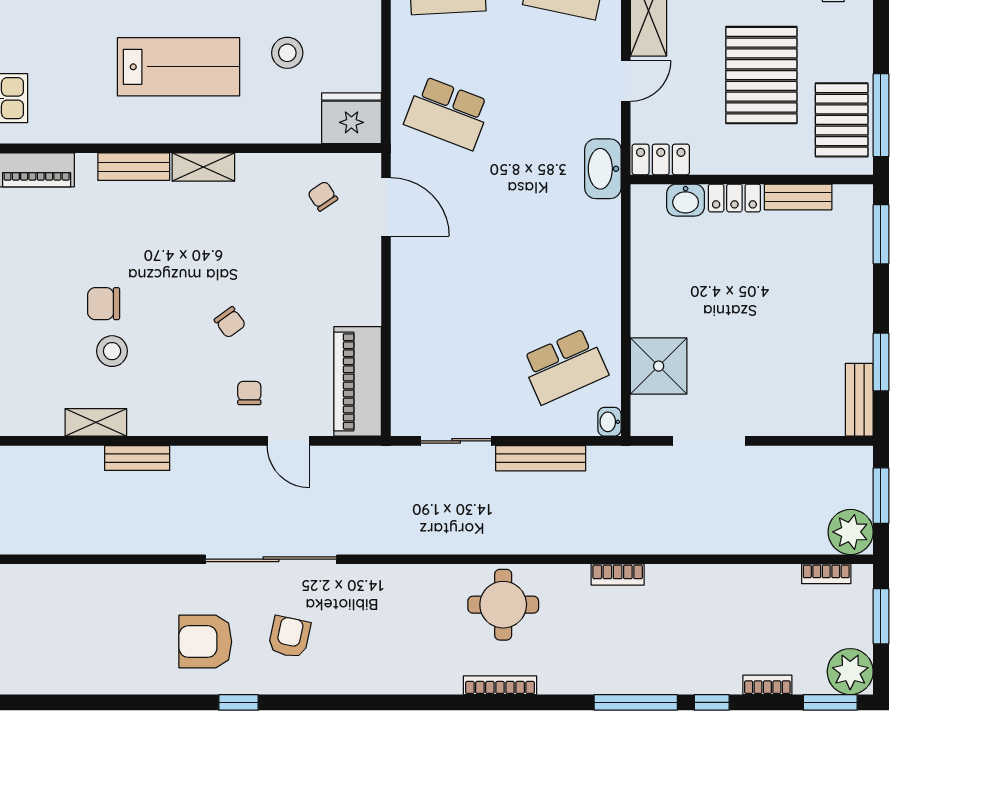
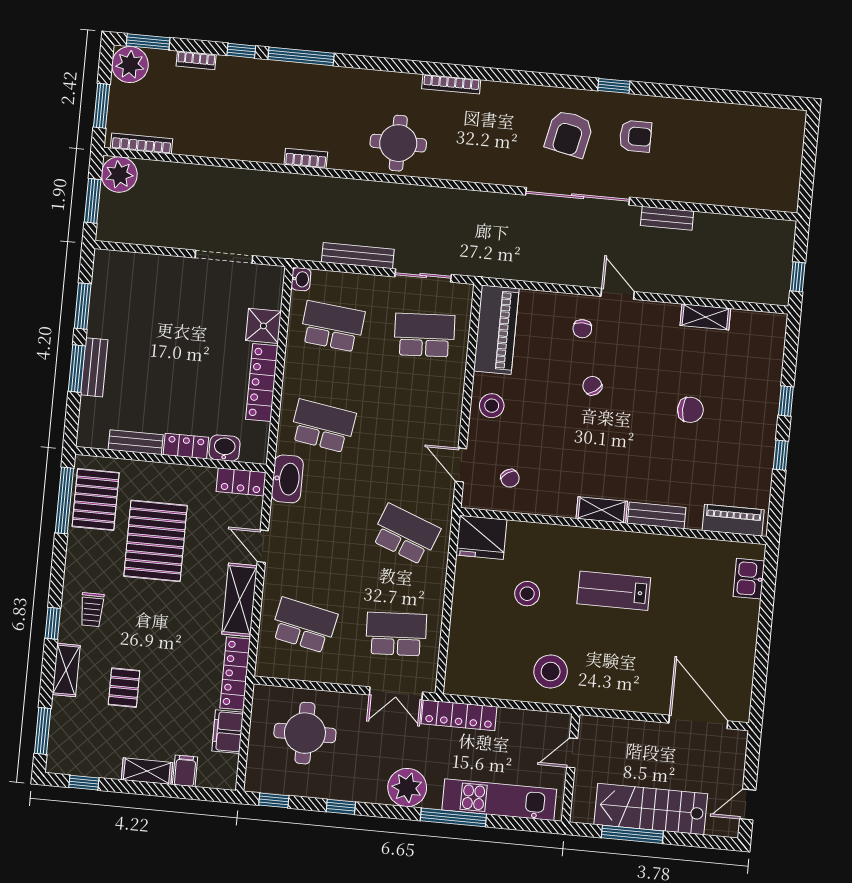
lab bench: (179, 67) -> (614, 591), width x0.73, depth x0.72
door: (626, 81) -> (263, 546), hinge flipped
door: (386, 207) -> (461, 465), width x0.73
window: (881, 234) -> (77, 369), moved
school desk: (564, 240) -> (323, 426), added
locker: (646, 287) -> (262, 382), added
stool: (112, 351) -> (492, 406), moved
school desk: (447, 366) -> (424, 335), added
school desk: (564, 366) -> (332, 326), turned 30
shower: (659, 366) -> (263, 326), width x0.73, depth x0.73
bench: (859, 400) -> (94, 367), moved
door: (288, 441) -> (618, 294), moved
bench: (137, 458) -> (667, 218), moved
bookcase: (826, 574) -> (142, 143), width x1.56
armchair: (289, 637) -> (569, 134), width x1.38, depth x1.38
armchair: (205, 642) -> (635, 136), width x0.72, depth x0.72
bookcase: (500, 685) -> (451, 84), moved

